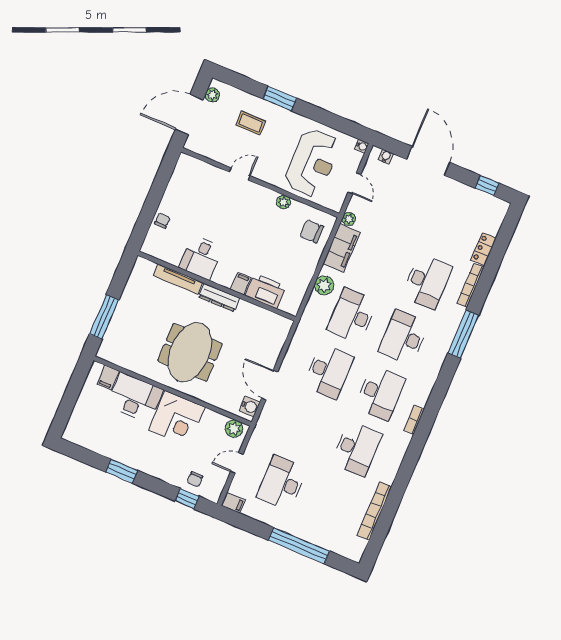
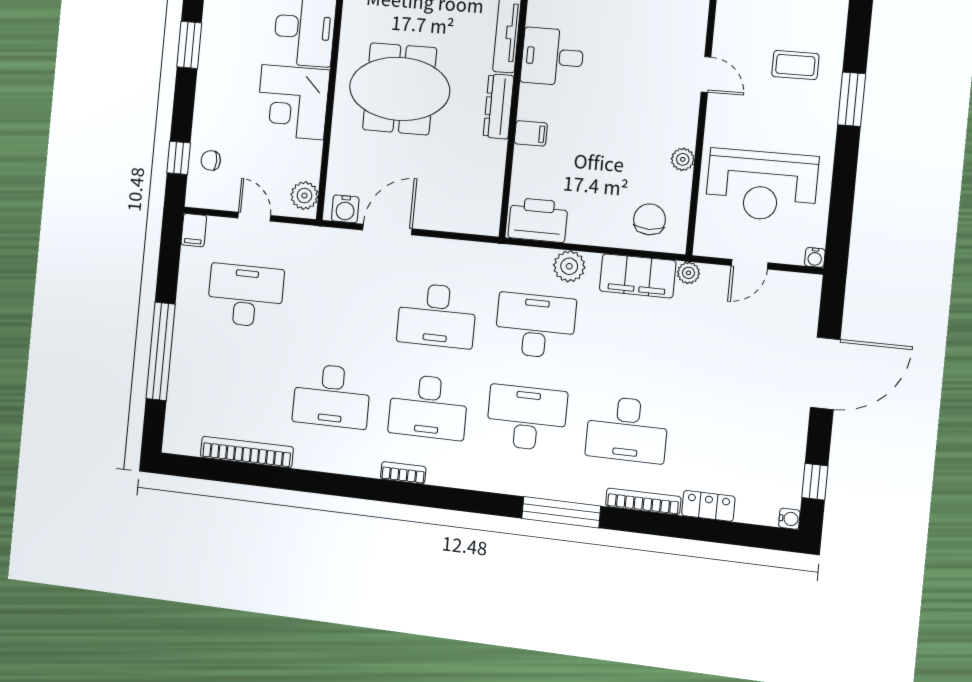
coffee table: (251, 123) -> (795, 65), turned 90
water cooler: (386, 157) -> (789, 519), moved
printer: (265, 291) -> (538, 220), moved, turned -90

